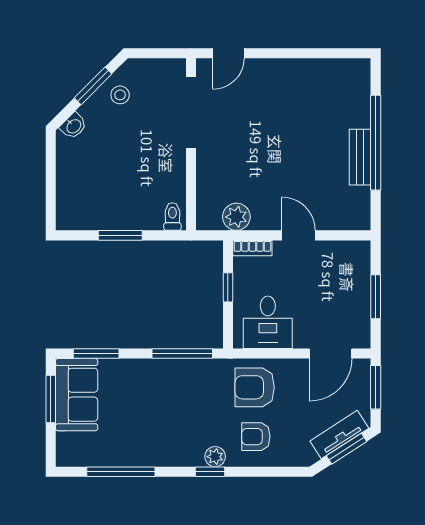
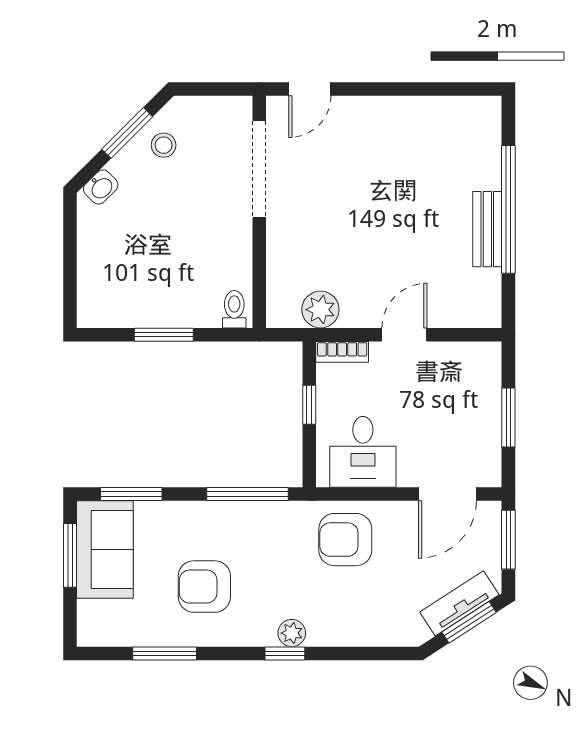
door: (299, 235) -> (404, 335), hinge flipped
armchair: (256, 437) -> (204, 587), moved, width x1.38, depth x1.38
window: (121, 472) -> (165, 653), width x0.69

